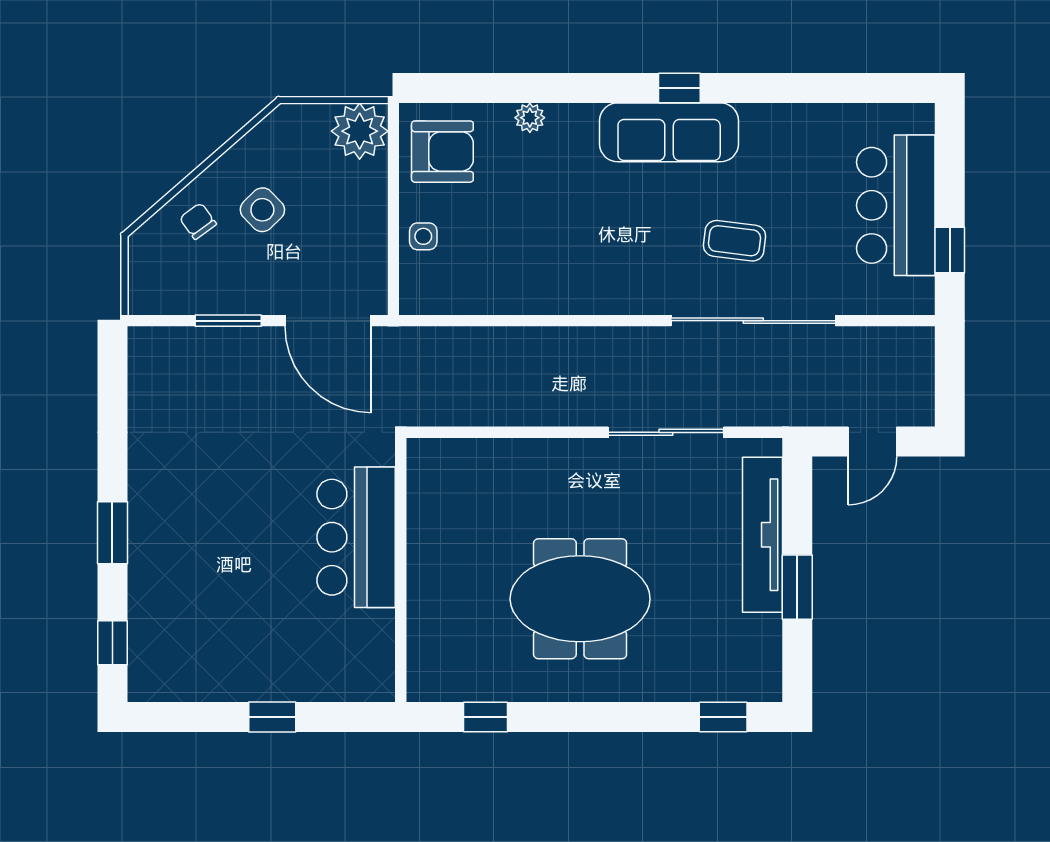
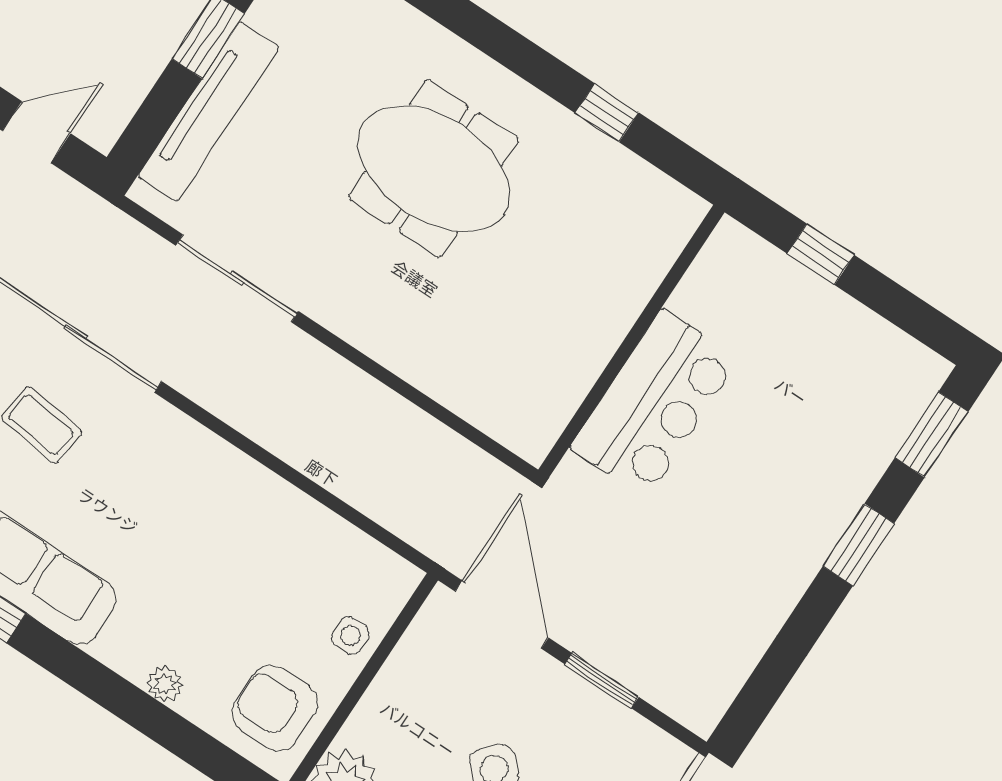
bar counter: (356, 537) -> (654, 403), moved
wall: (401, 570) -> (631, 341), moved
window: (112, 643) -> (932, 435), width x1.50

